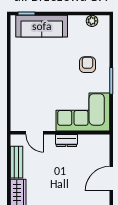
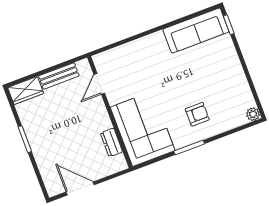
plant: (92, 21) -> (253, 114), moved
sofa: (42, 26) -> (196, 31), moved, turned -90
dresser: (66, 140) -> (111, 142), moved

